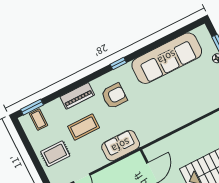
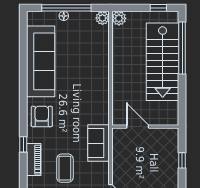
window: (118, 63) -> (23, 144), moved
armchair: (114, 96) -> (42, 116), moved

